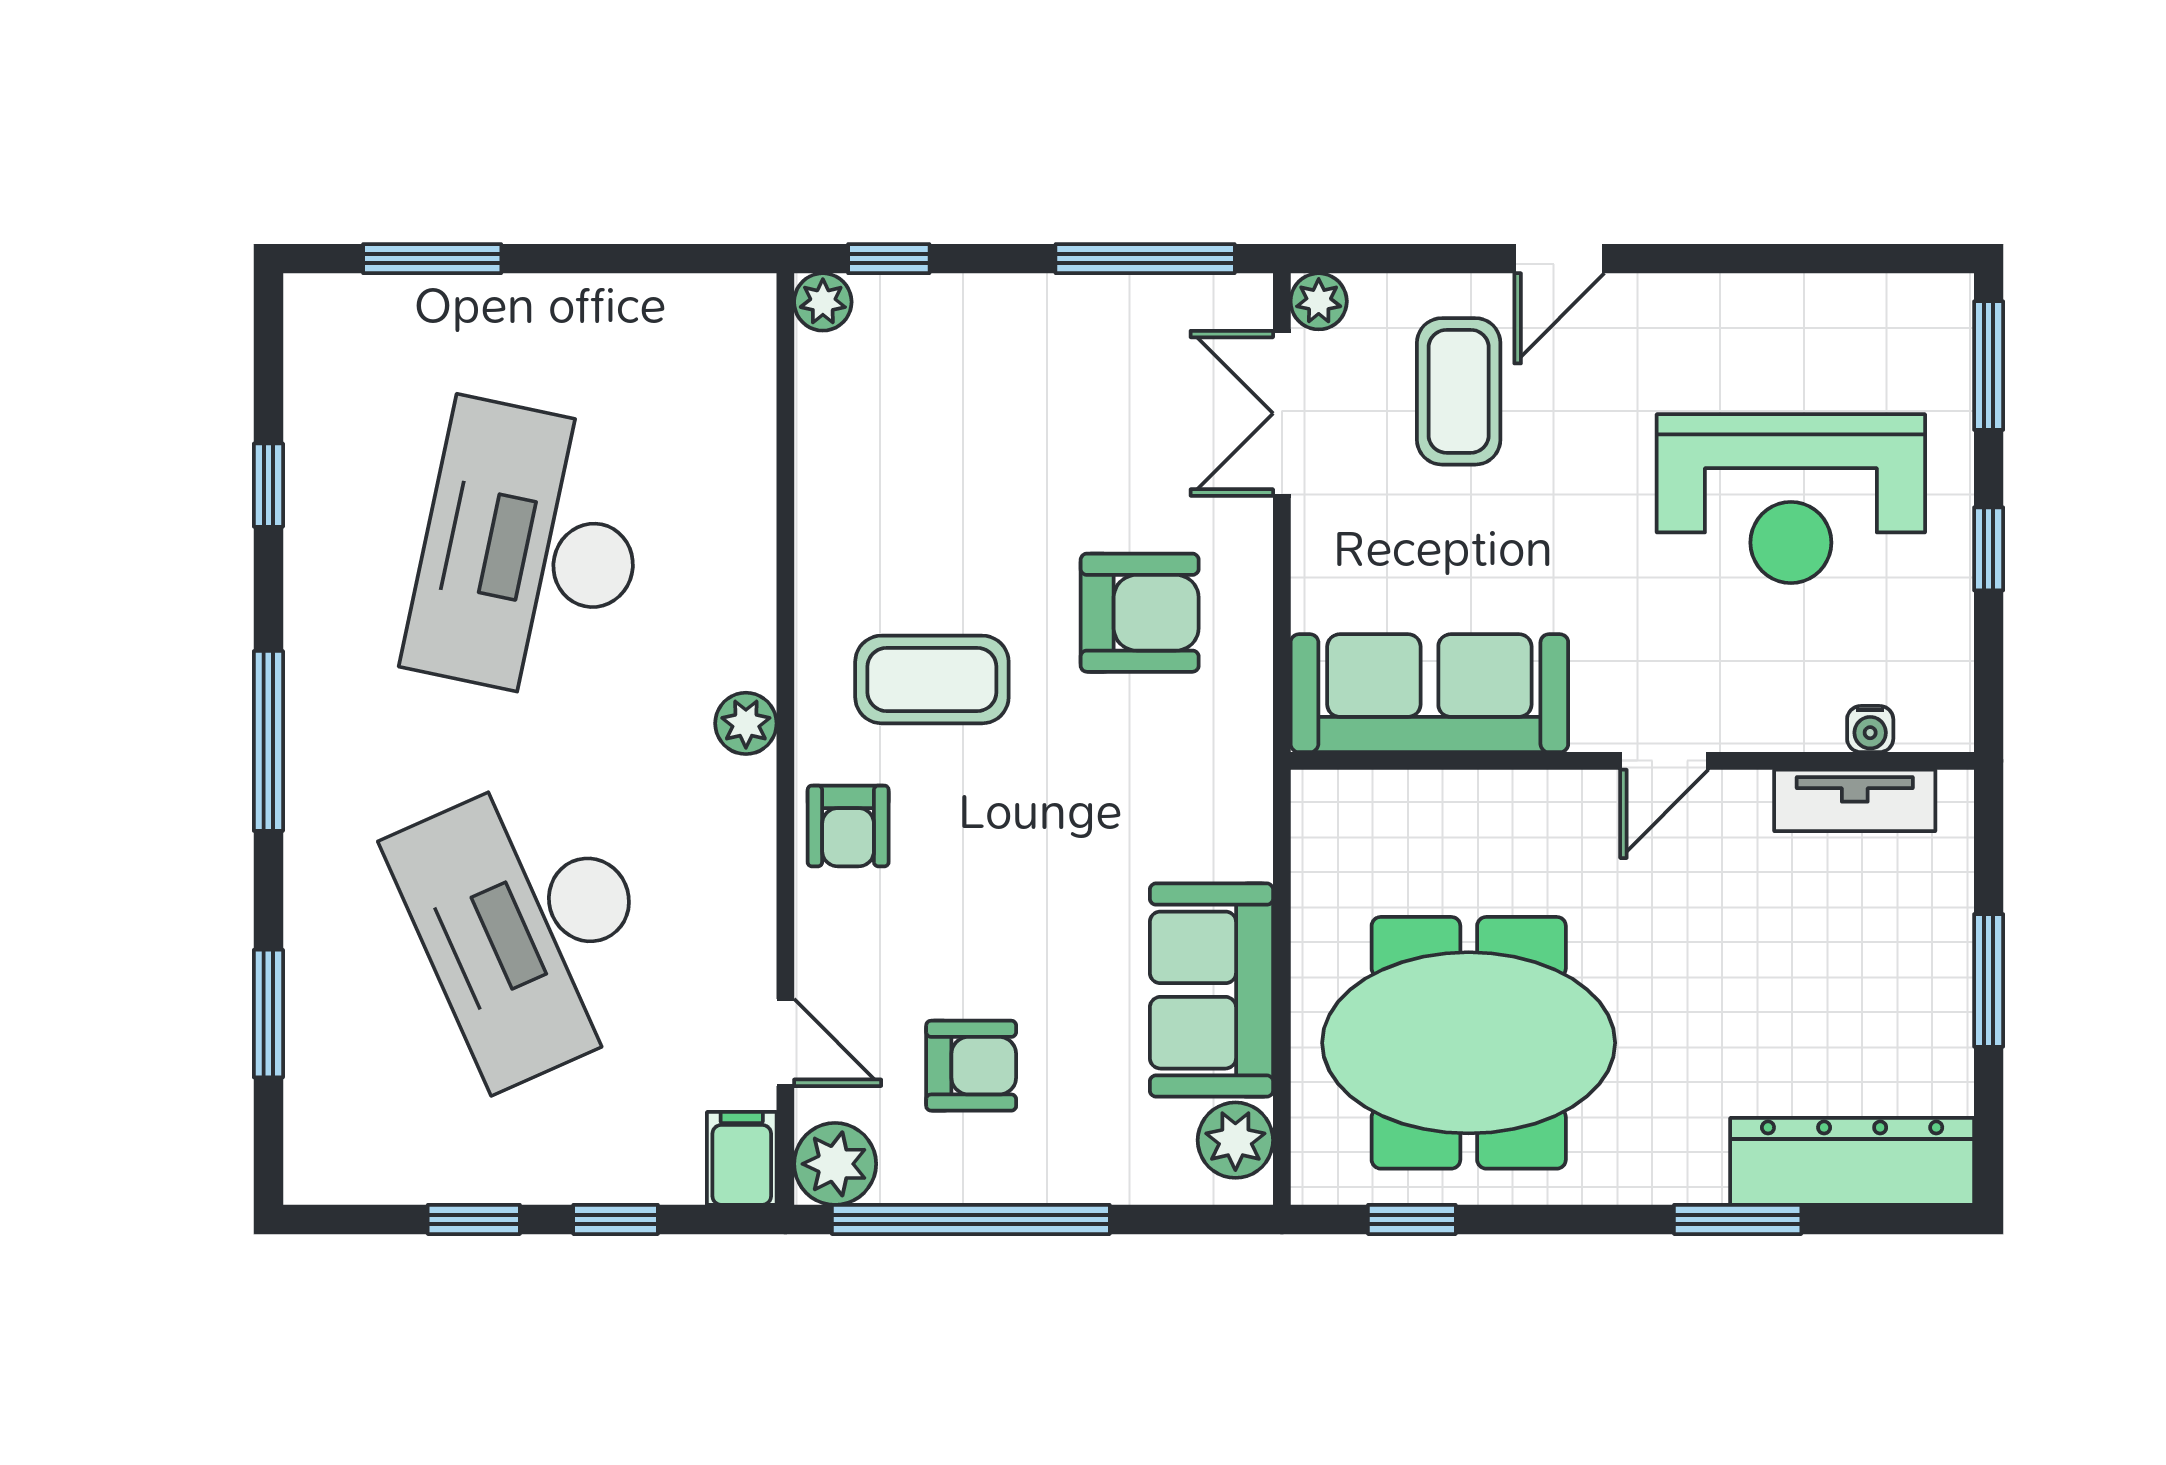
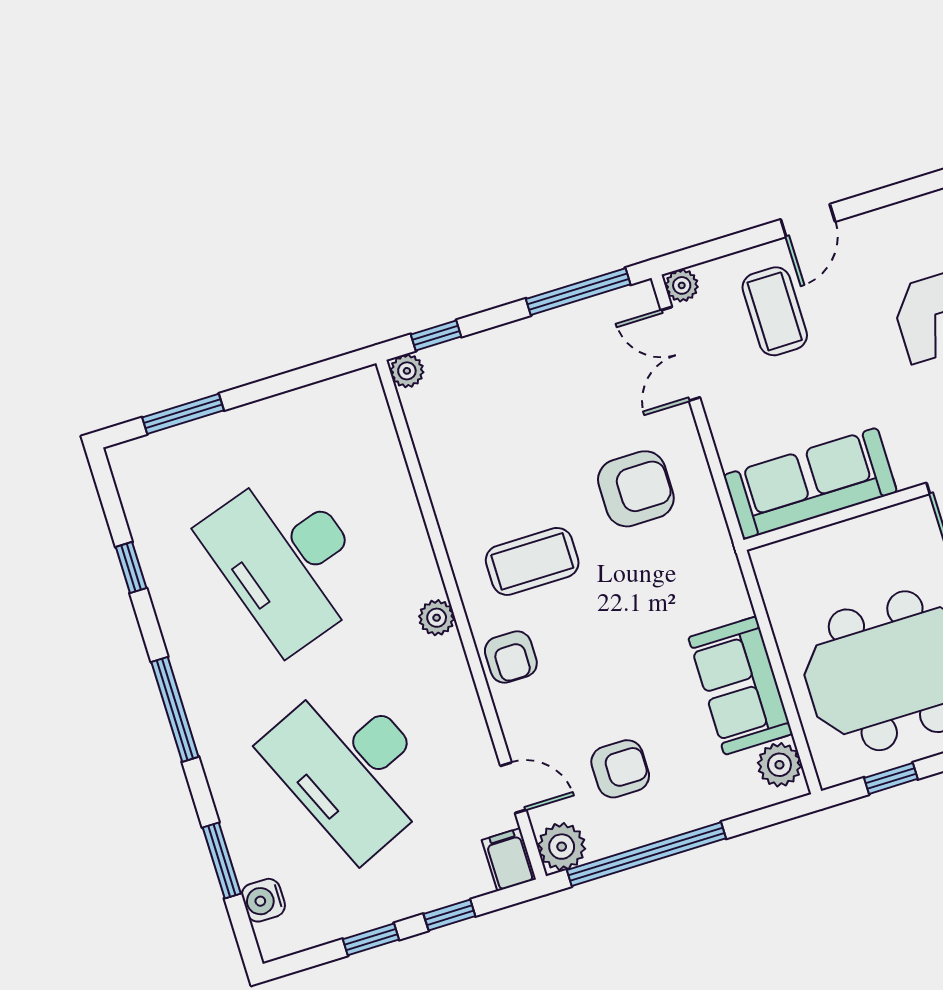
desk: (530, 552) -> (287, 560), turned -30
water cooler: (317, 1100) -> (263, 900), added

